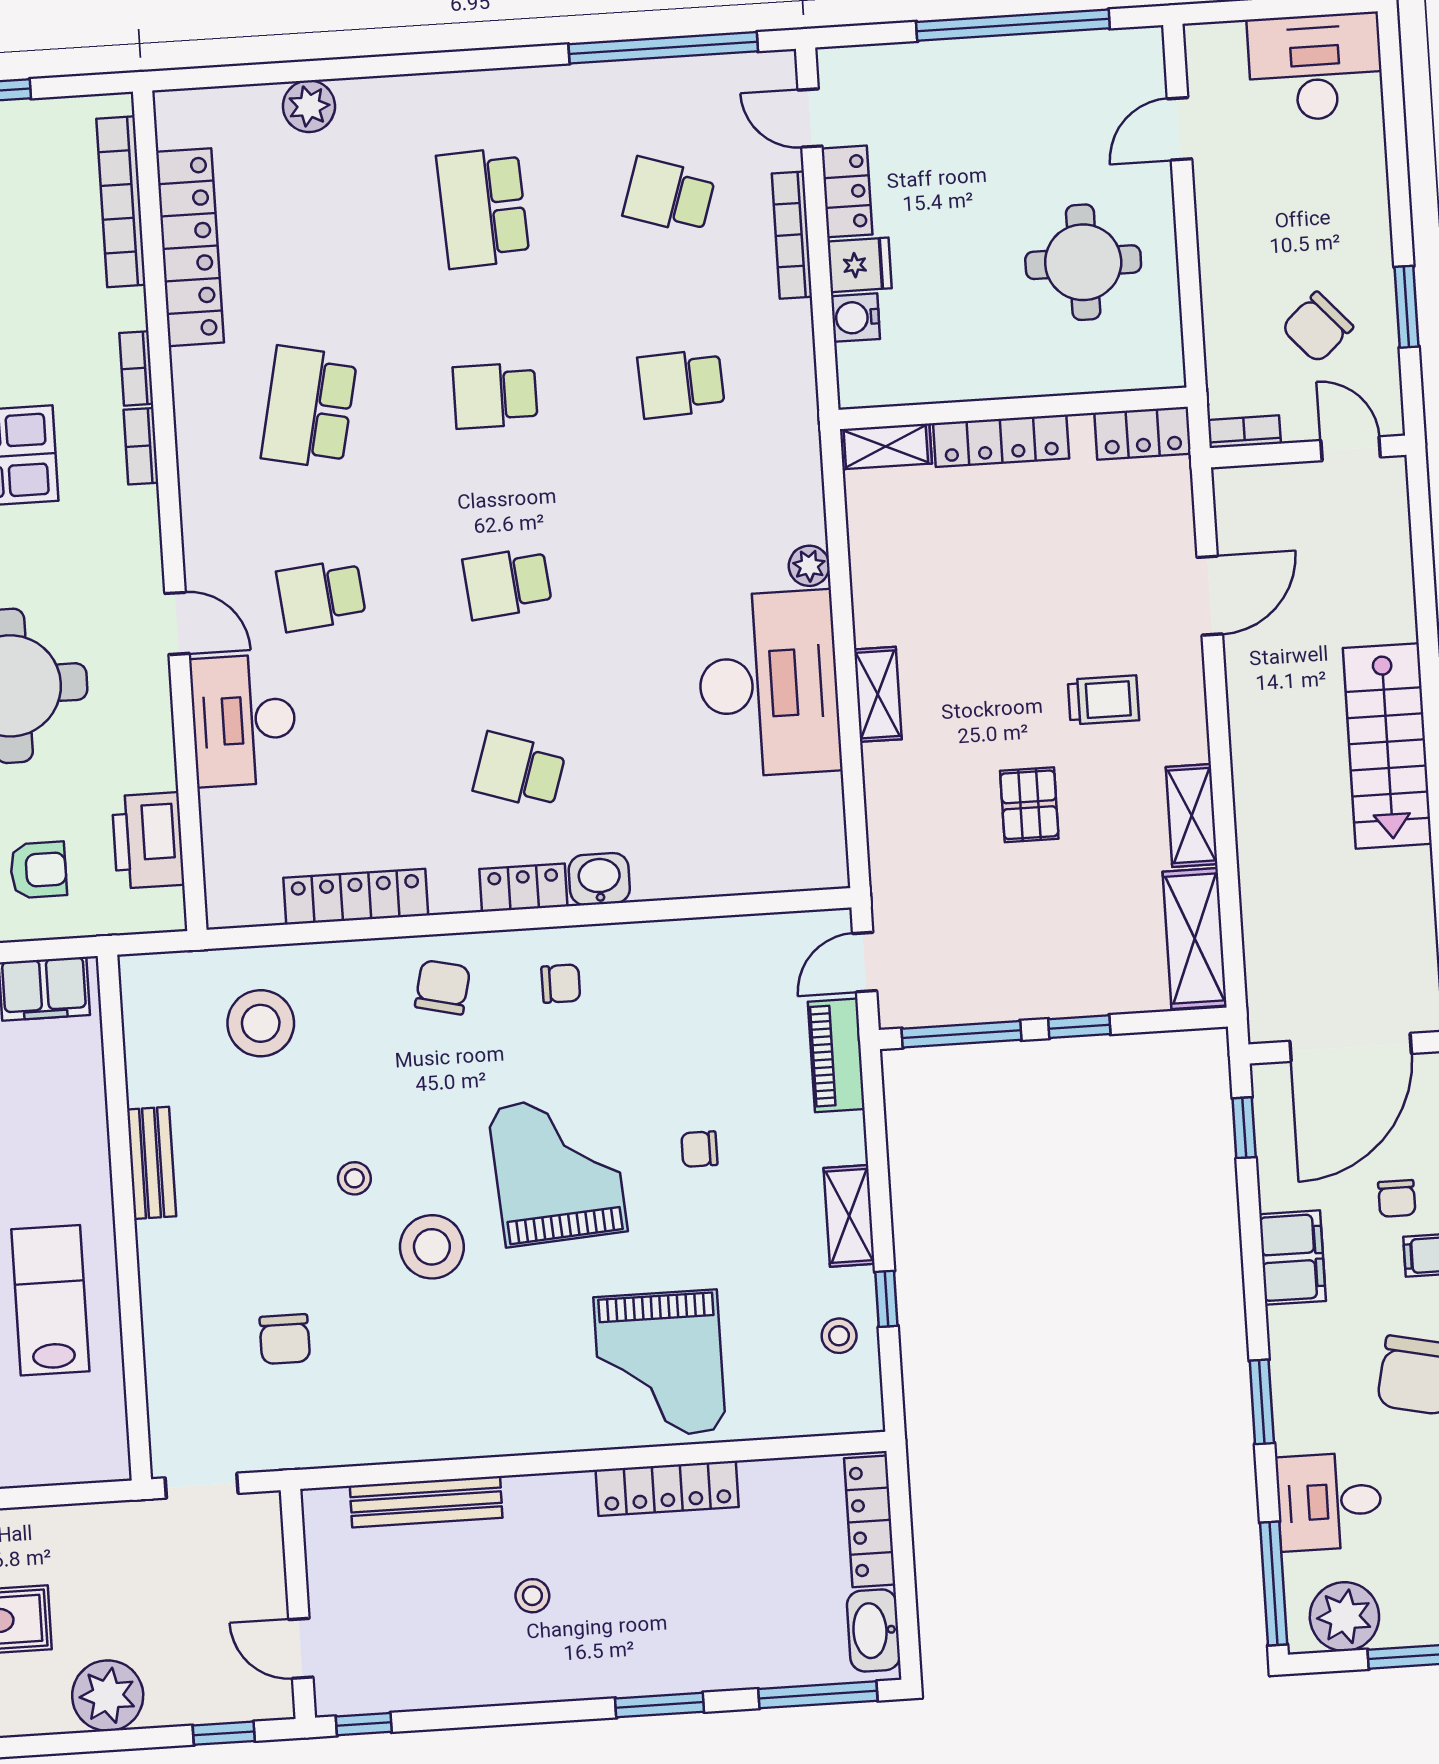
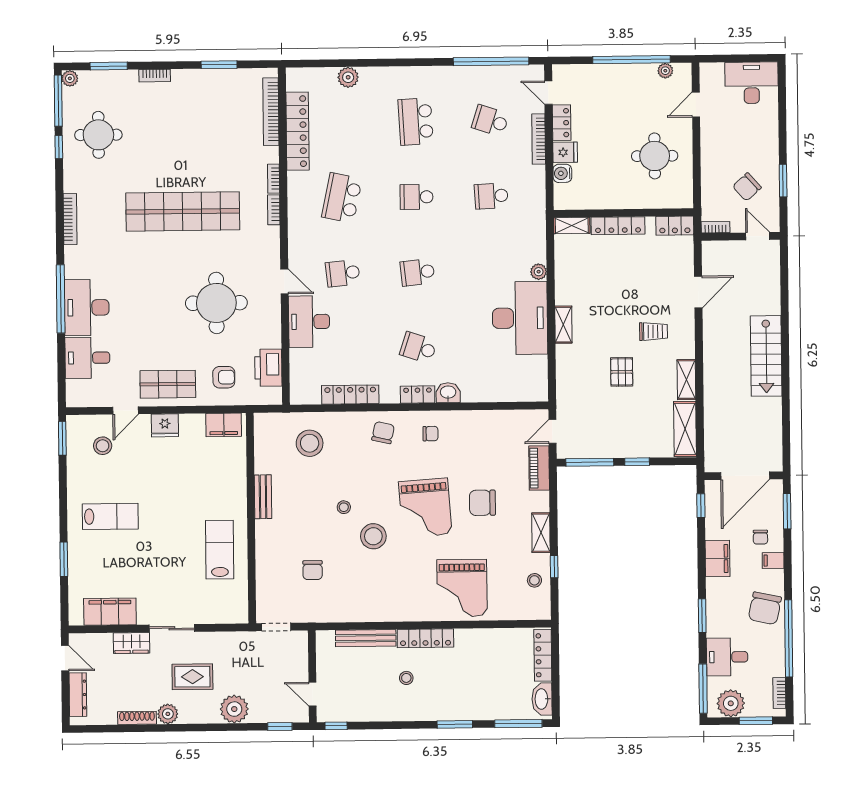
plant: (1099, 48) -> (665, 71), added
chair: (699, 1149) -> (482, 503), width x1.87, depth x1.87
grand piano: (557, 1169) -> (425, 508), turned 180
locker: (667, 1488) -> (425, 638), moved

